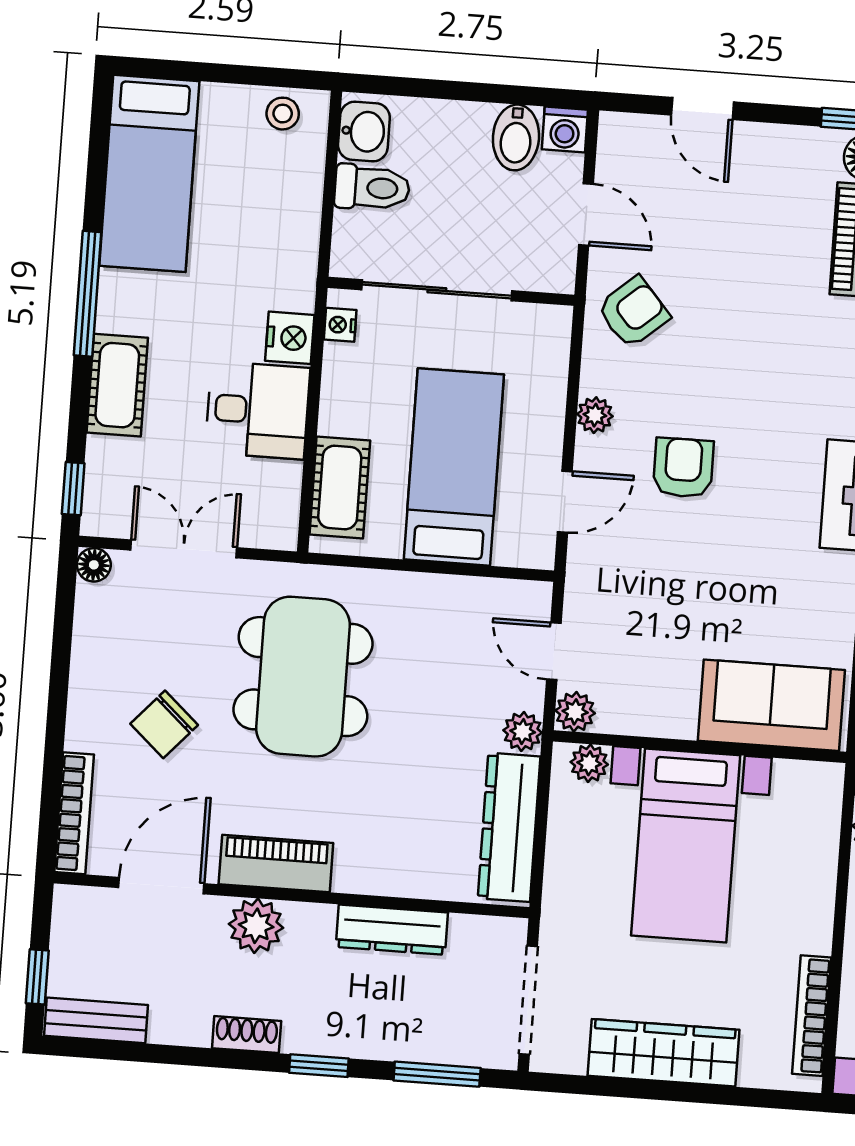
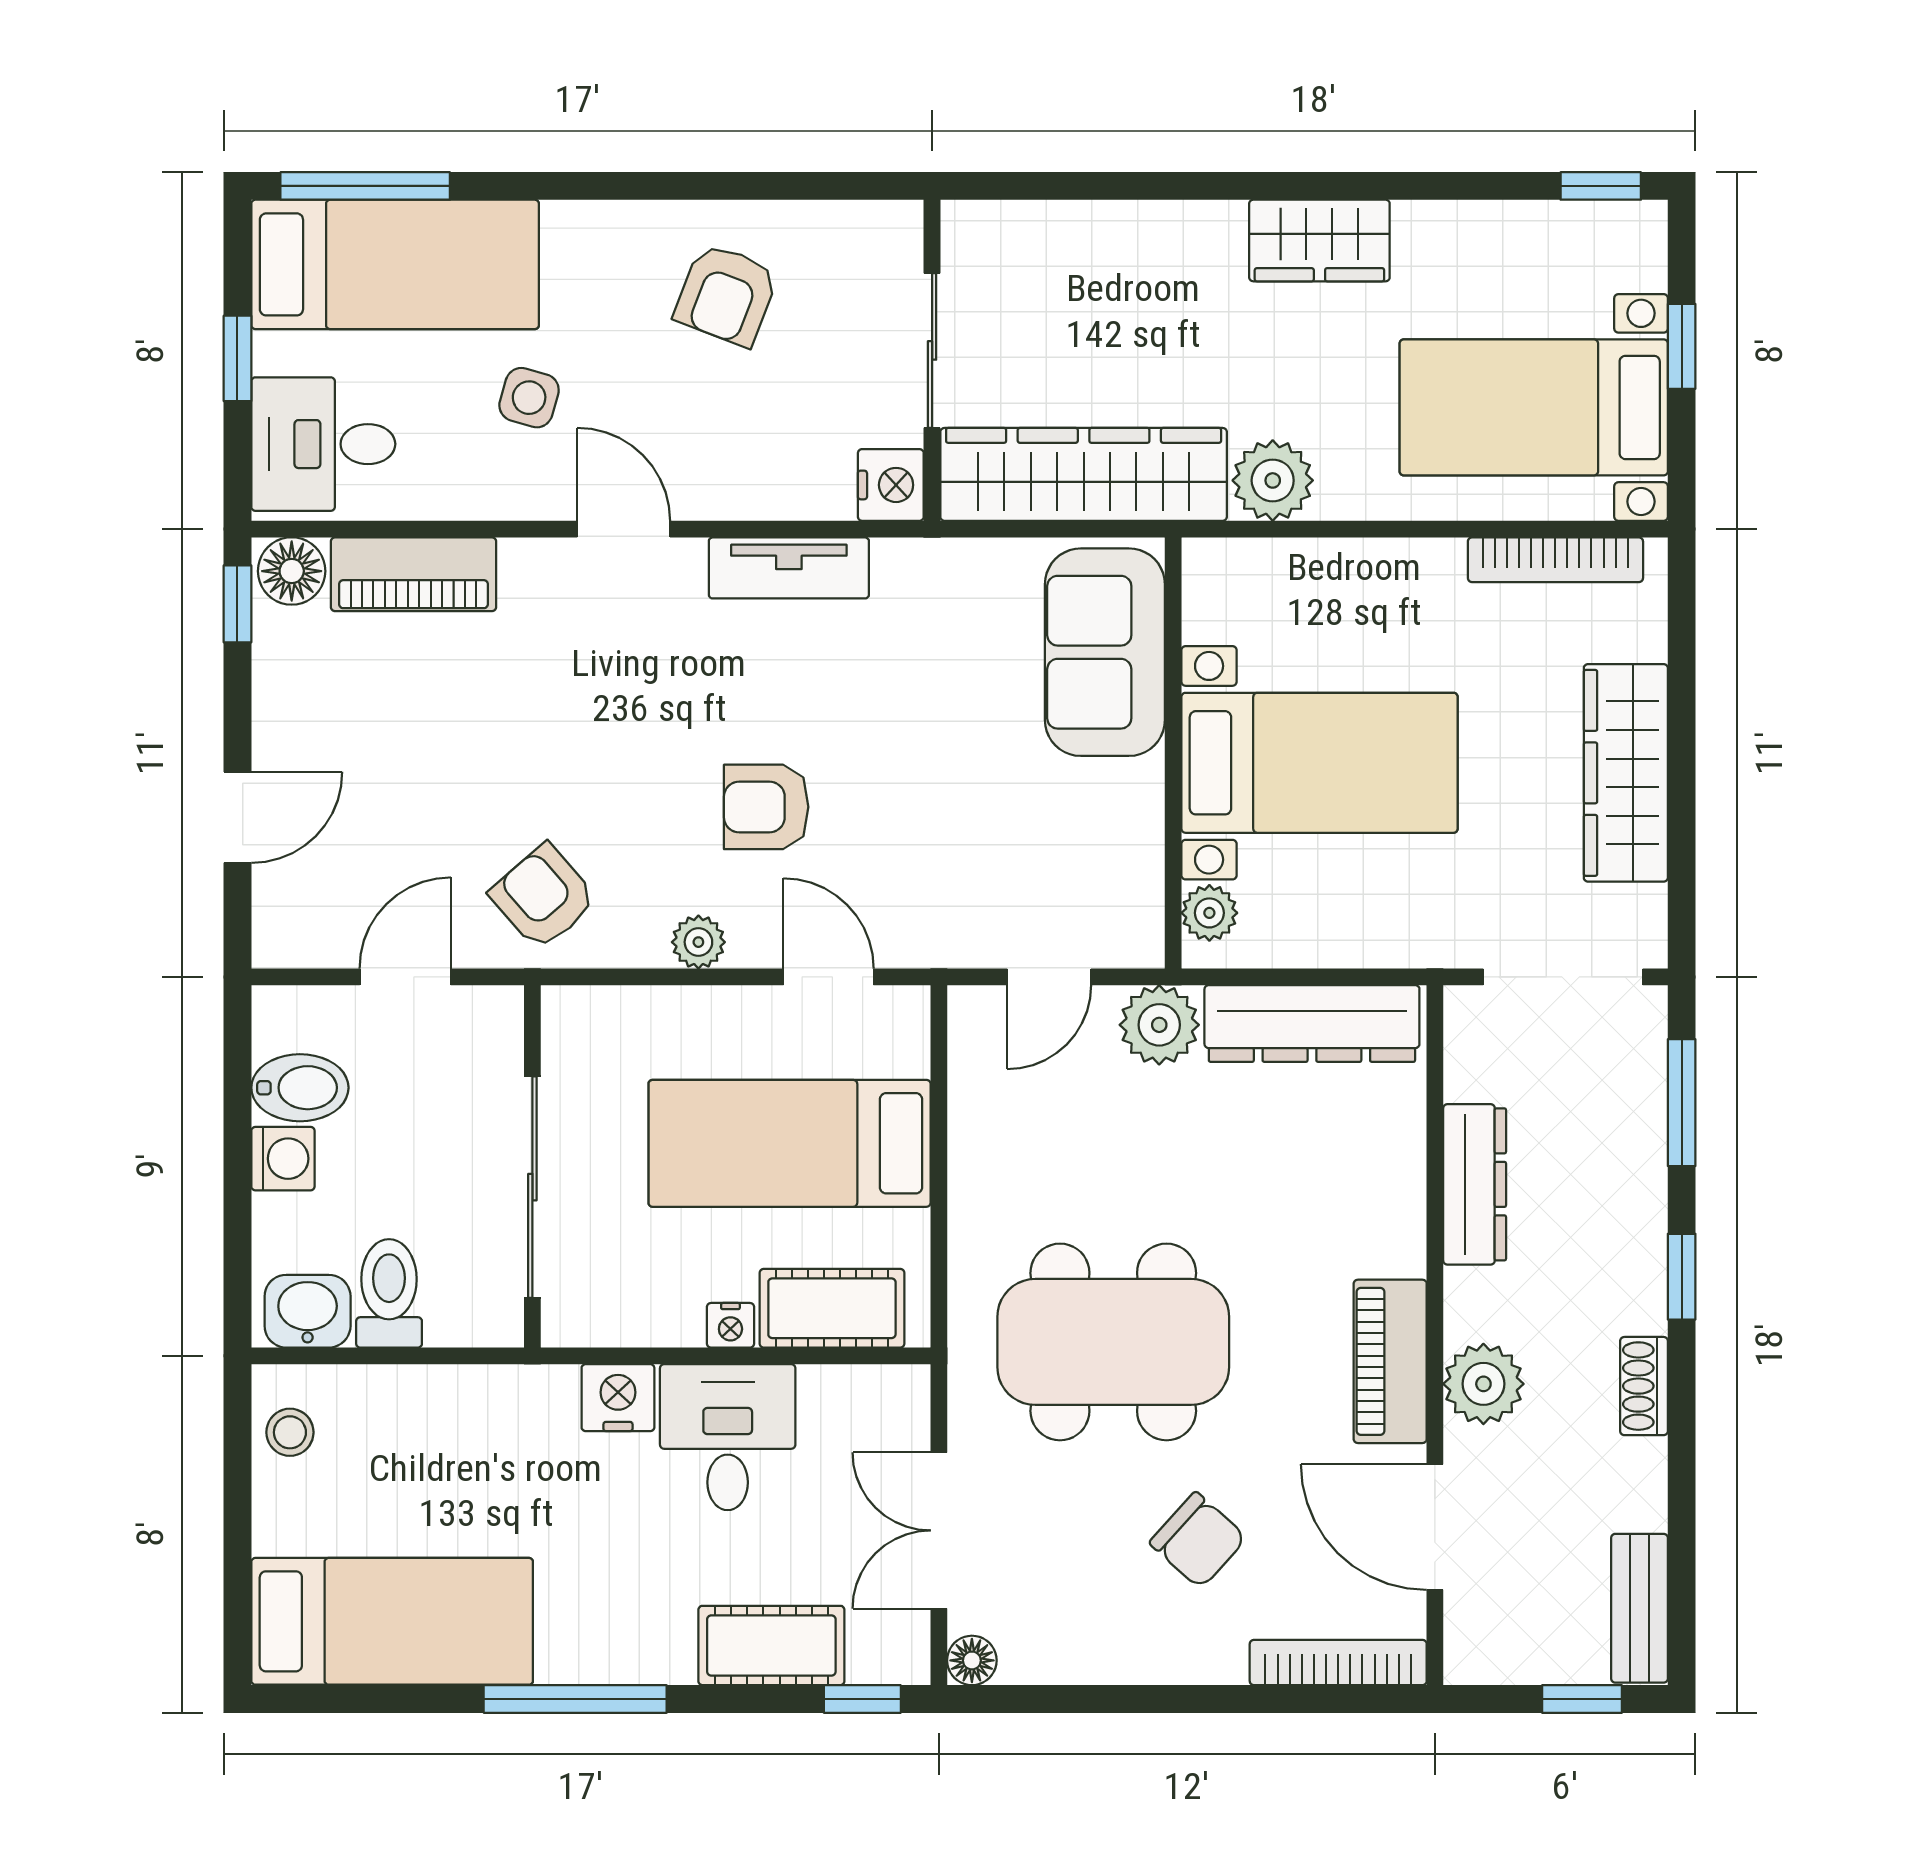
washing machine: (565, 129) -> (283, 1159), moved
nightstand: (340, 325) -> (730, 1325), moved
cot: (117, 385) -> (771, 1645), moved
plant: (575, 712) -> (1135, 939), removed
plant: (523, 732) -> (1159, 1025), width x1.38, depth x1.38

